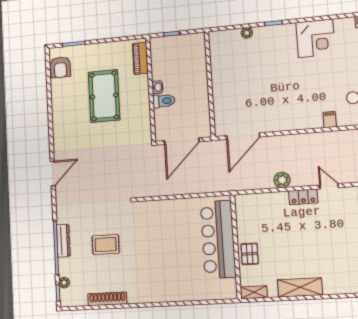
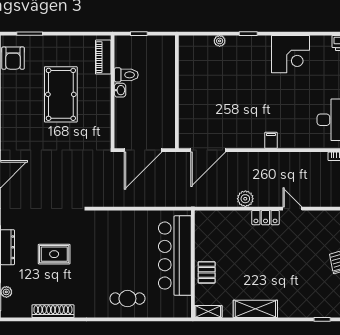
toilet: (164, 101) -> (126, 75), moved
filing cabinet: (330, 120) -> (271, 140), moved
cafe table: (176, 283) -> (127, 299), added

